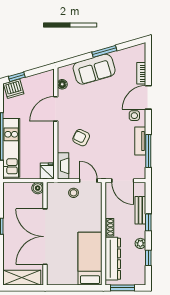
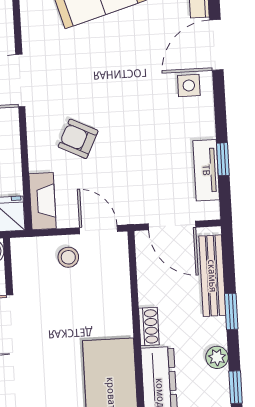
floor lamp: (62, 84) -> (31, 27), removed
tv unit: (140, 141) -> (206, 170), moved
window: (148, 151) -> (223, 159), width x0.46
bench: (140, 210) -> (212, 276), width x1.36

